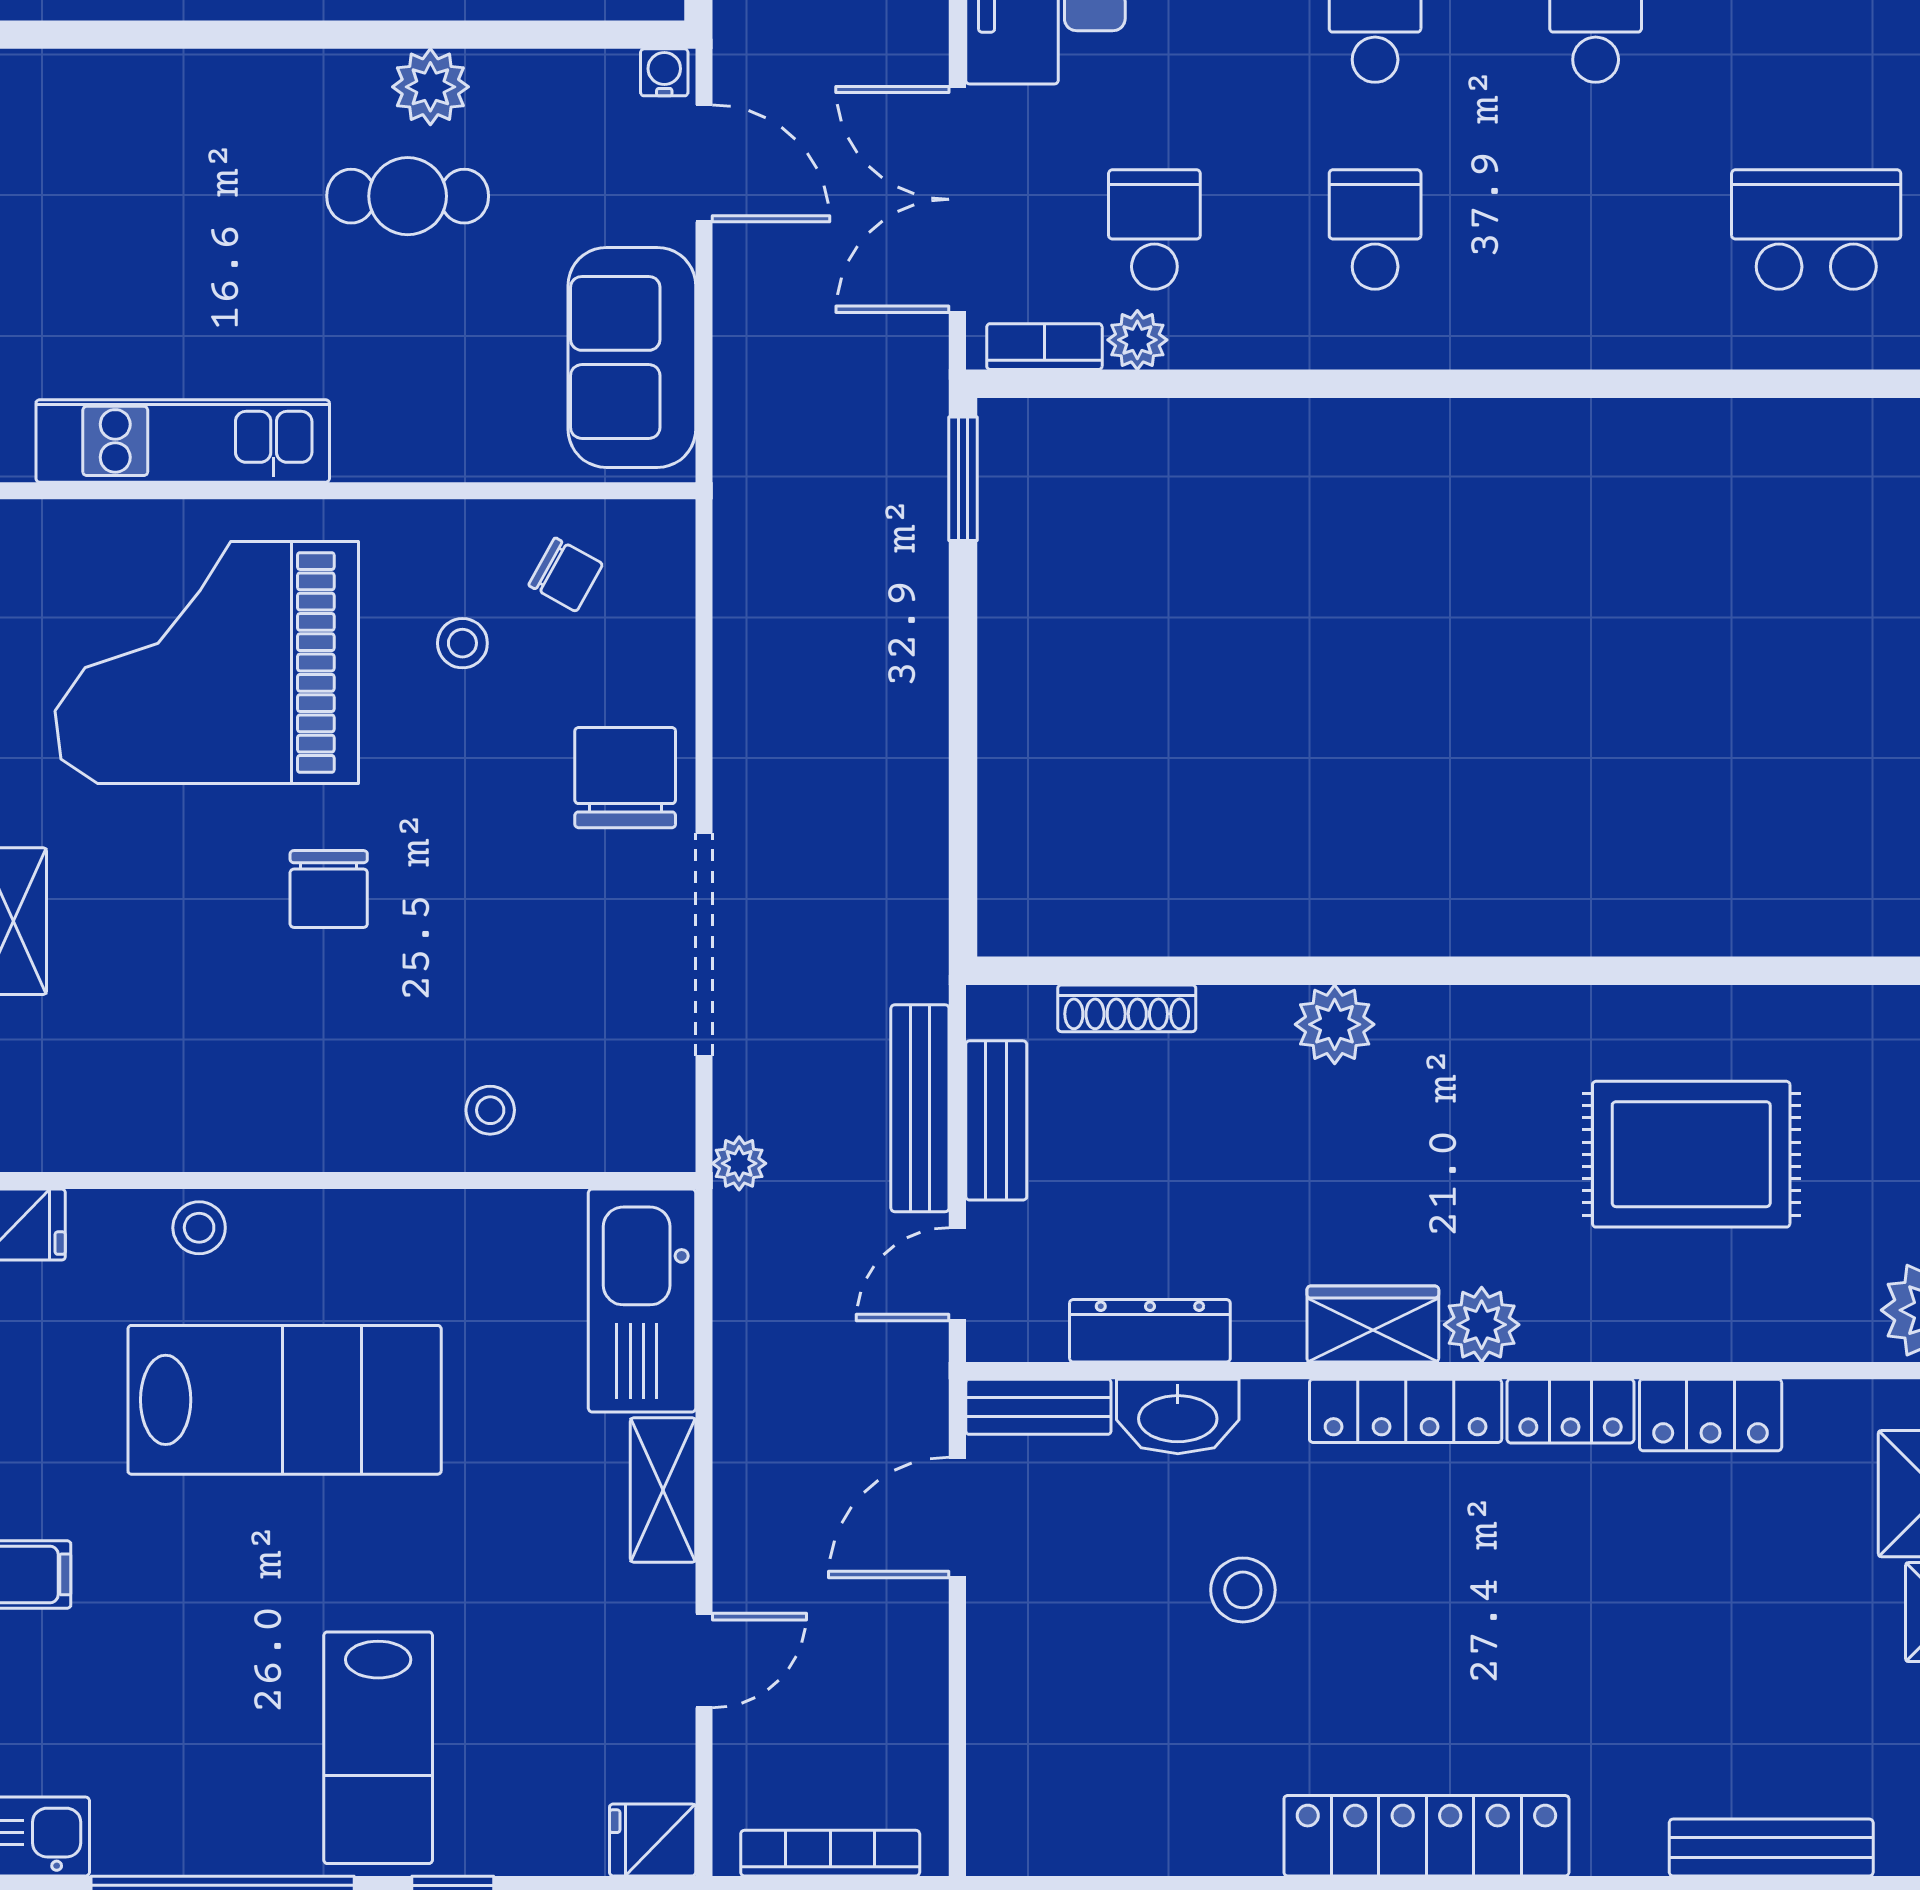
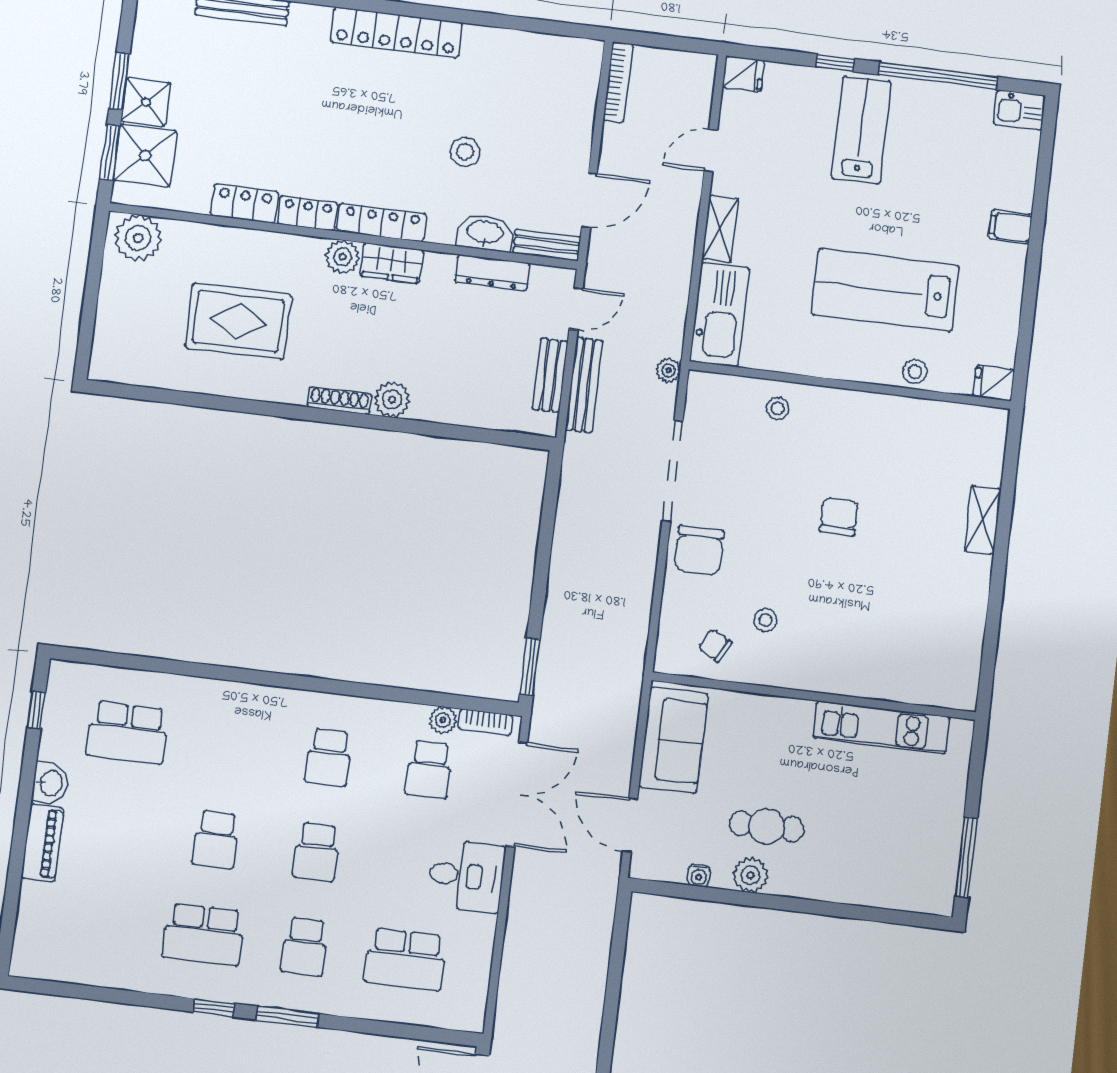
water cooler: (664, 72) -> (699, 875), moved
grand piano: (207, 662) -> (882, 626), removed
shoe rack: (1127, 1008) -> (340, 400), moved
bookcase: (830, 1853) -> (618, 82), moved, turned -90

